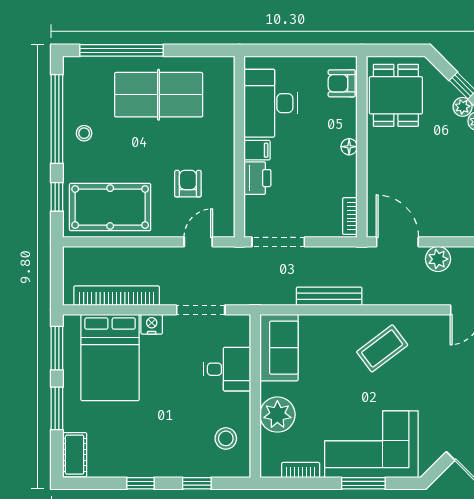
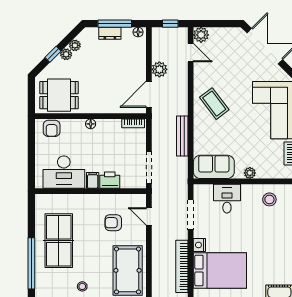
plant: (277, 415) -> (250, 173), width x0.53, depth x0.53

